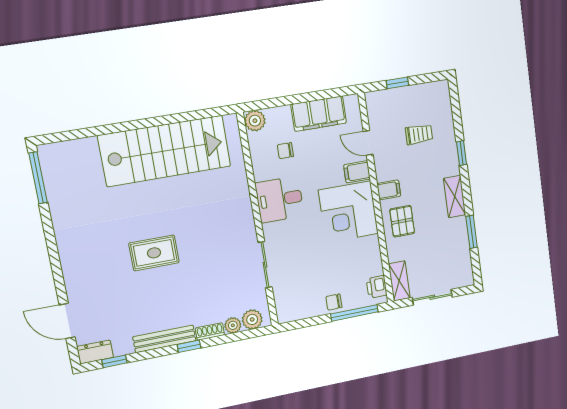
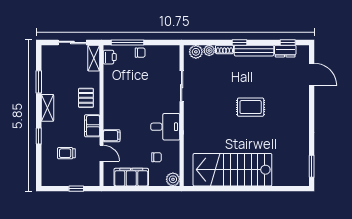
window: (38, 178) -> (312, 166), width x0.69
filing cabinet: (389, 190) -> (92, 126), width x2.00
corner desk: (348, 212) -> (121, 111), removed
dresser: (95, 352) -> (285, 51), moved

